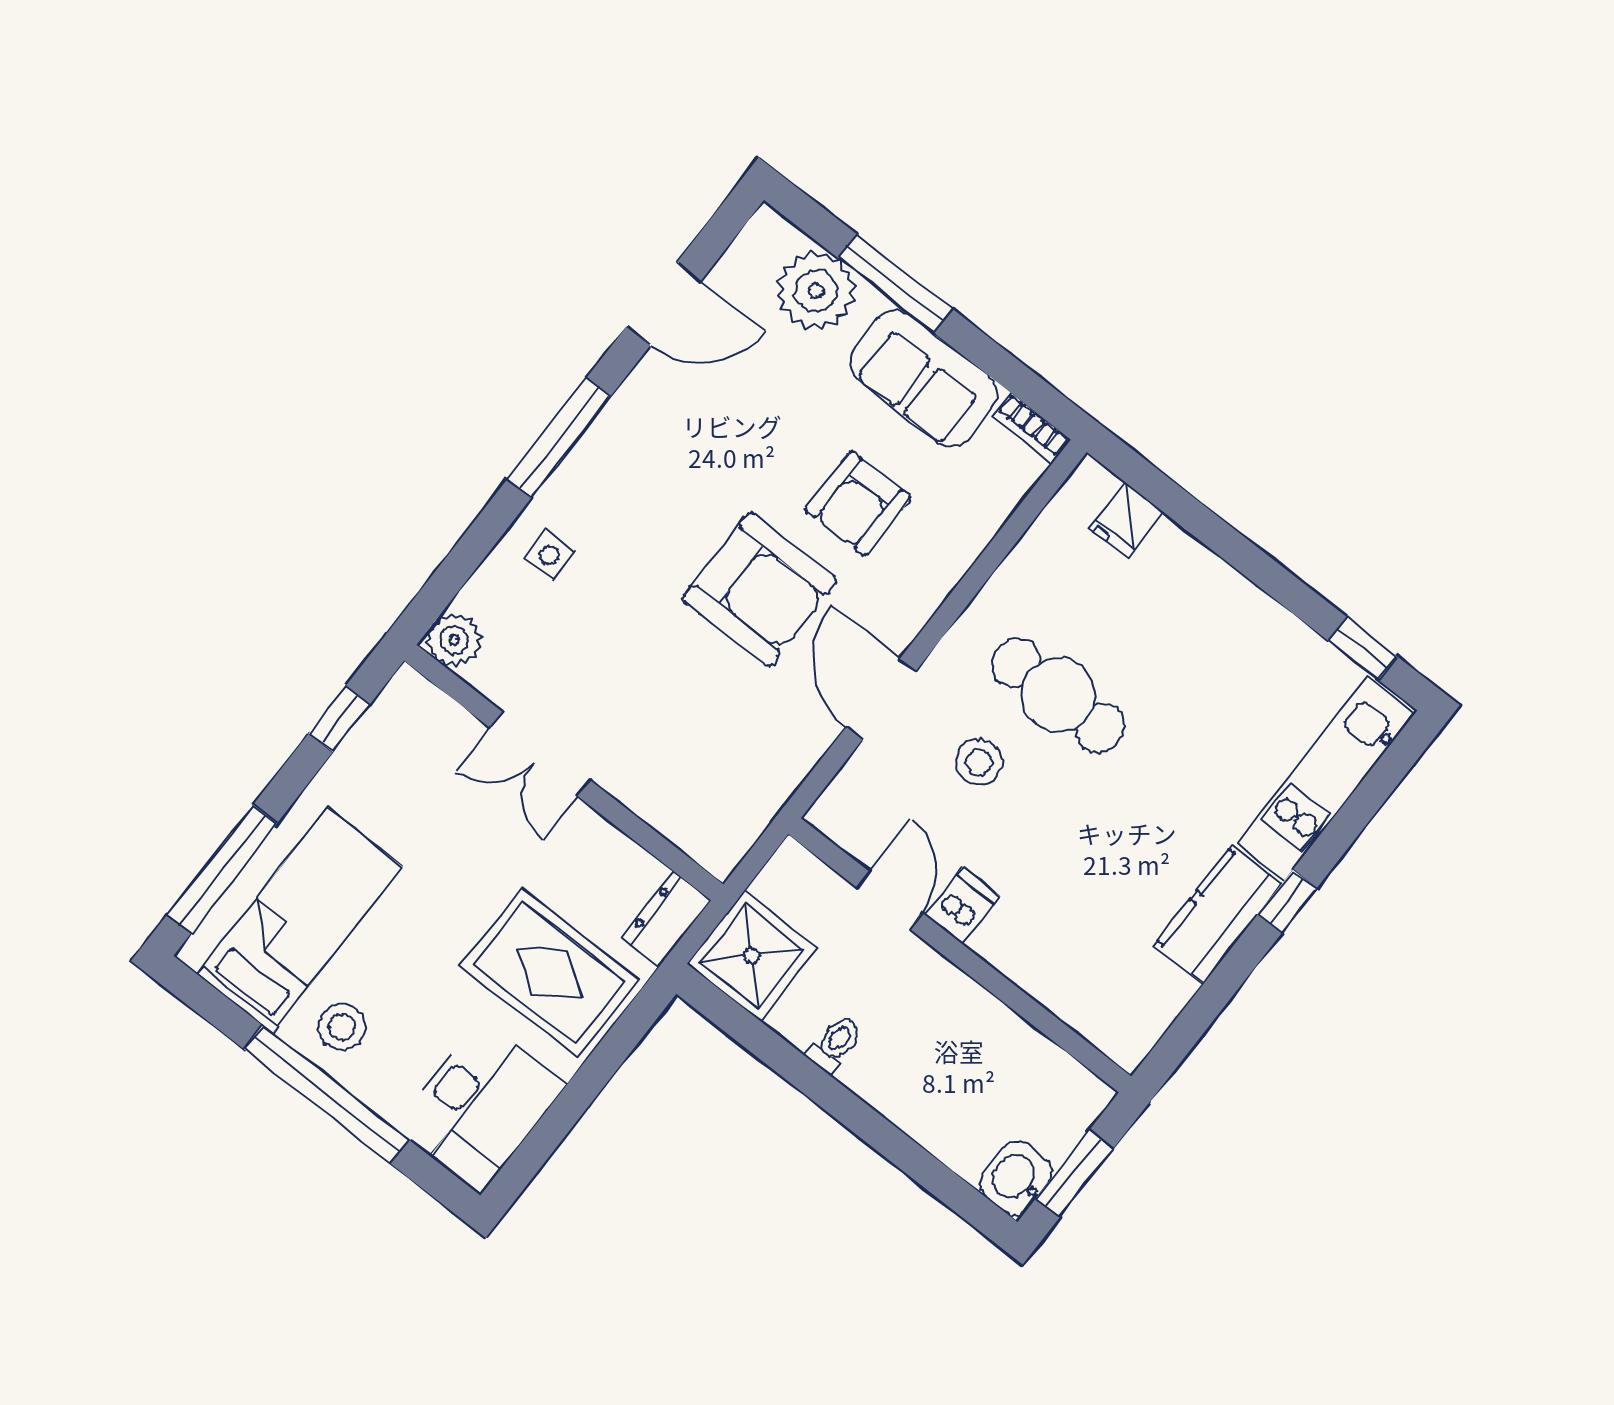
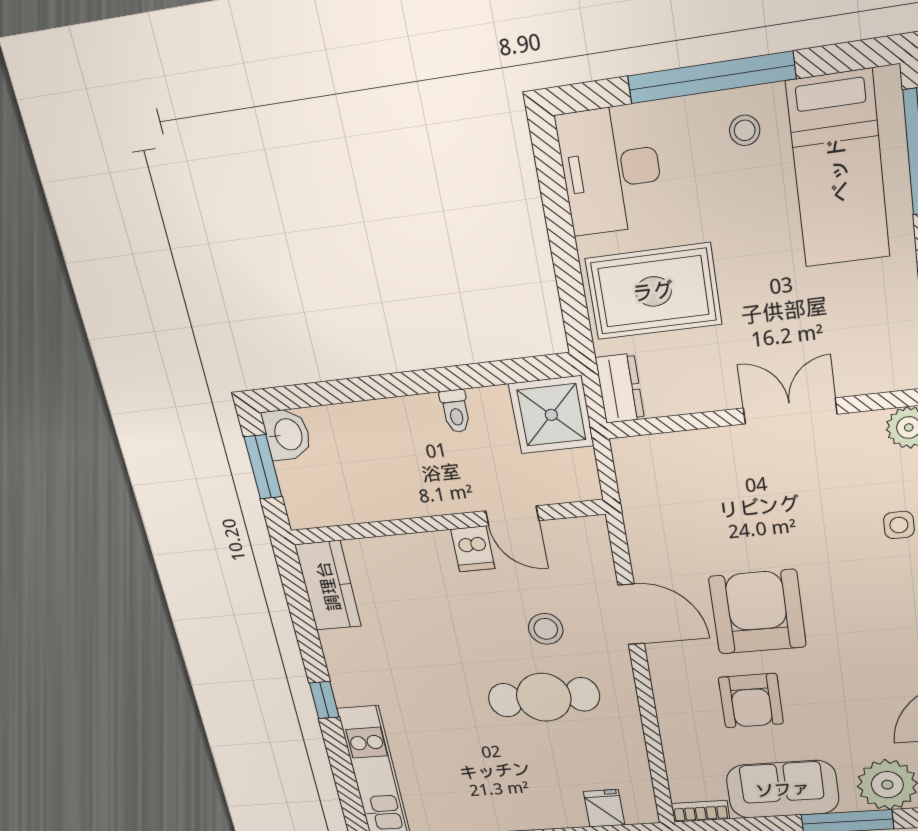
armchair: (858, 504) -> (751, 701), turned 180
armchair: (760, 590) -> (757, 612), turned 90
kitchen counter: (1218, 915) -> (328, 586), moved
stool: (342, 1027) -> (745, 130), width x0.73, depth x0.73

